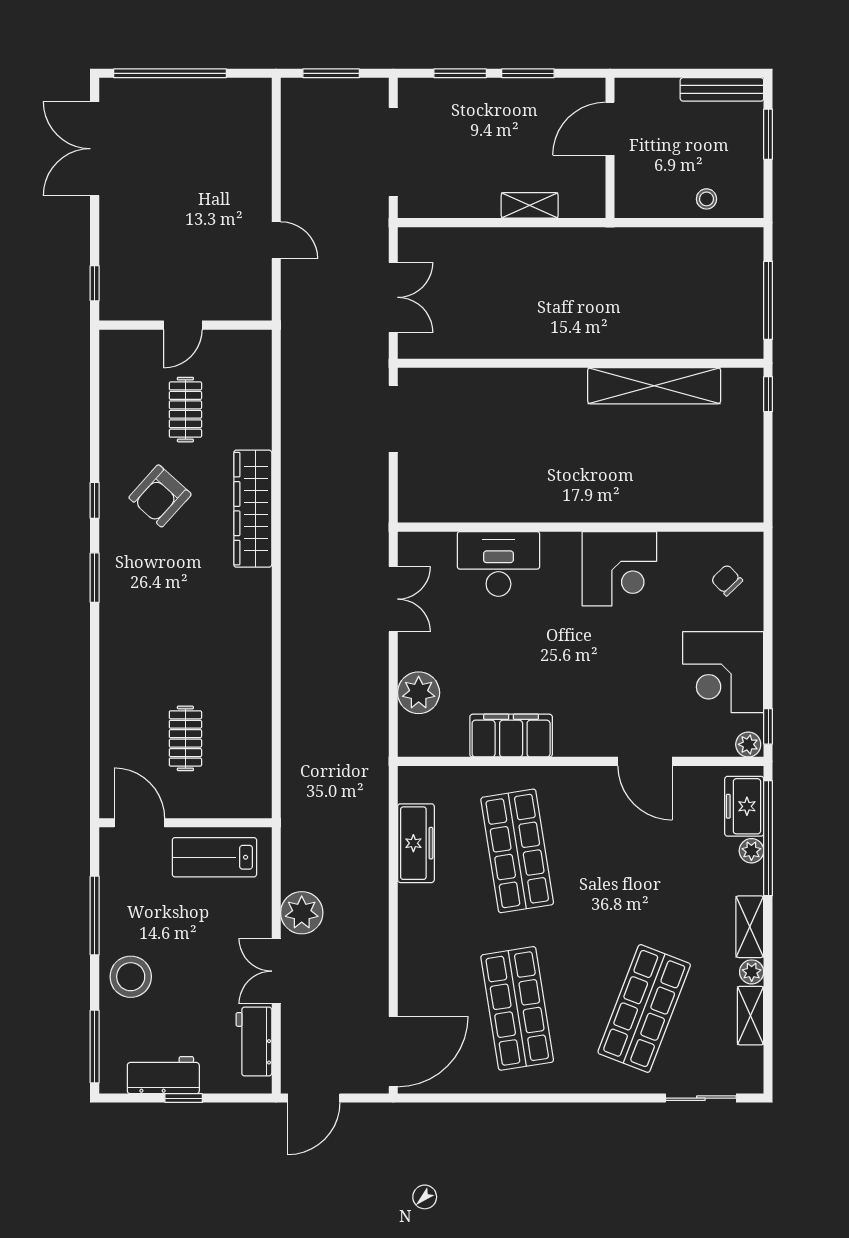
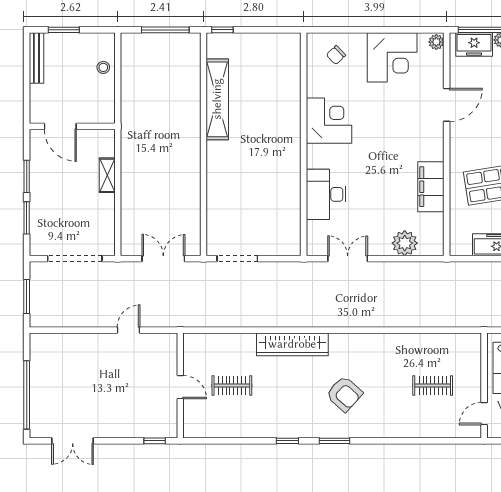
double door: (95, 149) -> (73, 441), width x0.73
armchair: (160, 496) -> (344, 394), moved
window: (768, 726) -> (425, 30), removed
door: (139, 823) -> (484, 414), width x0.73

